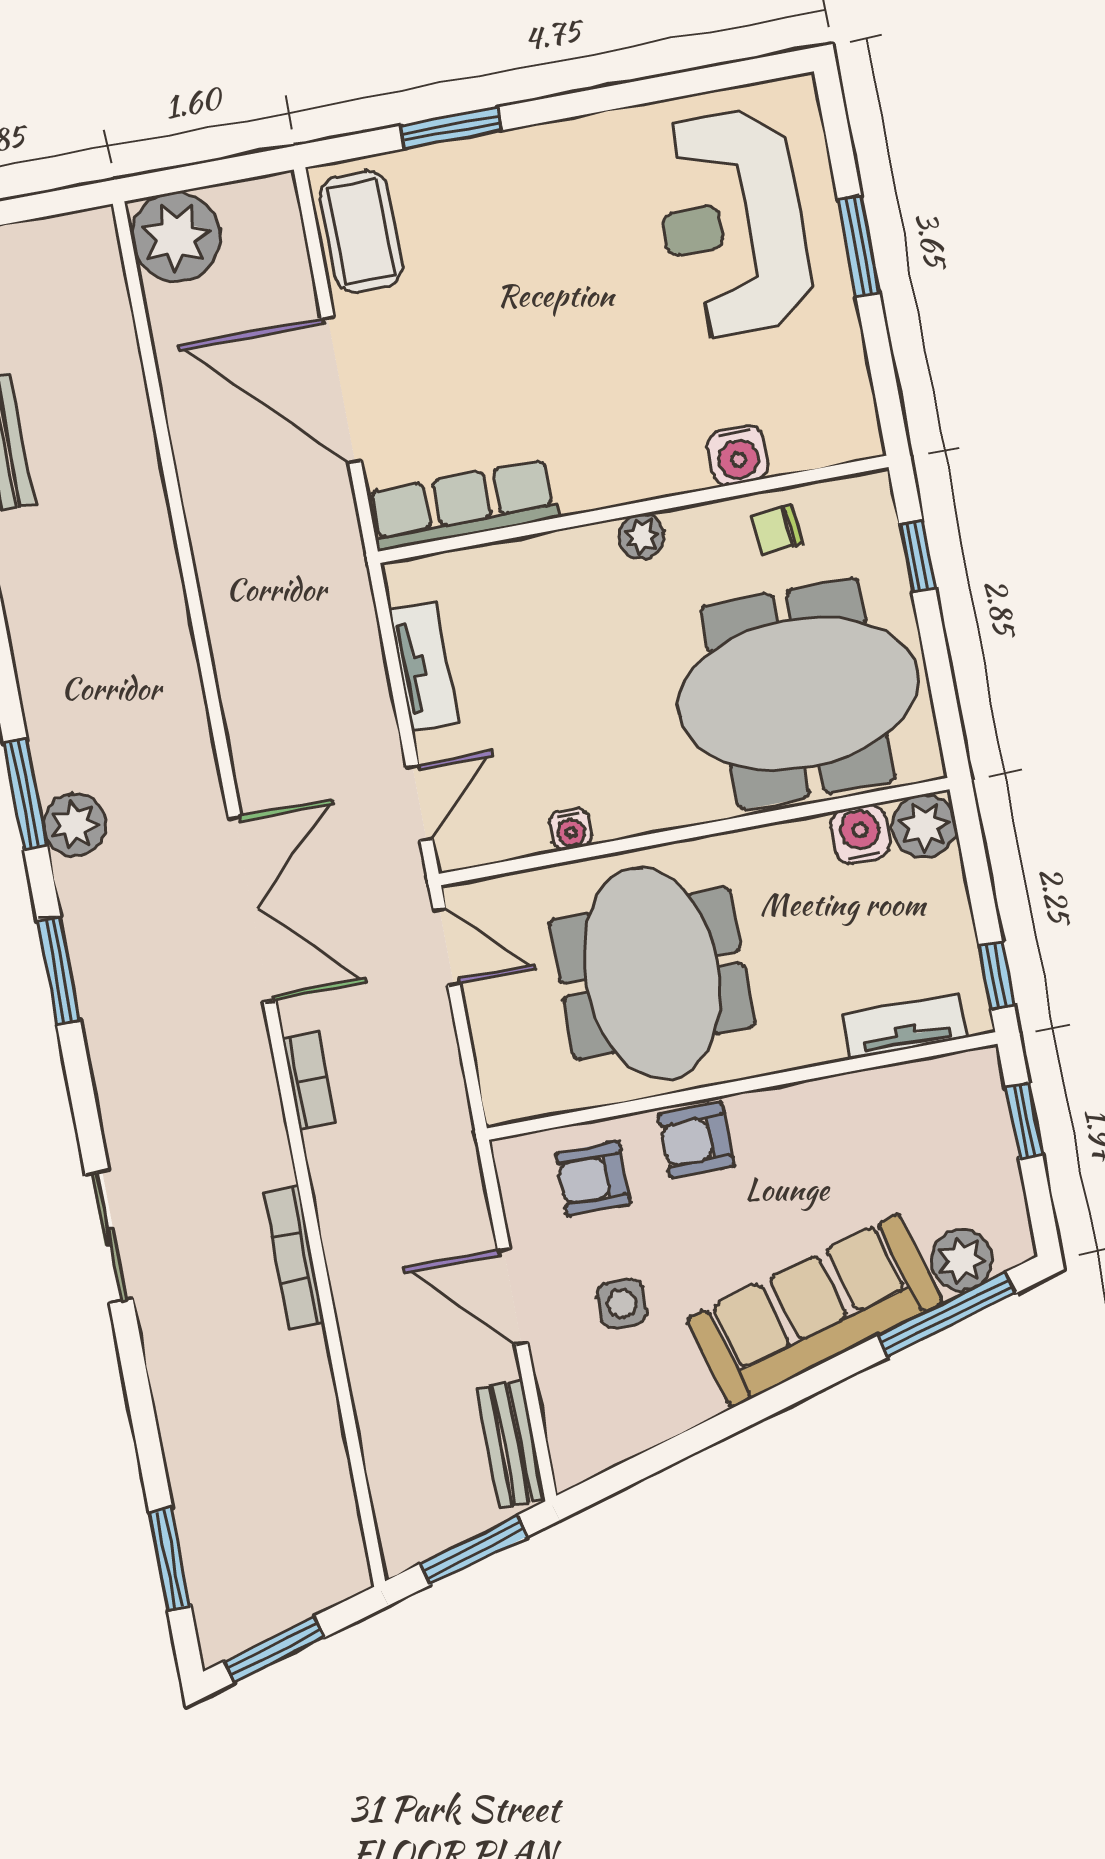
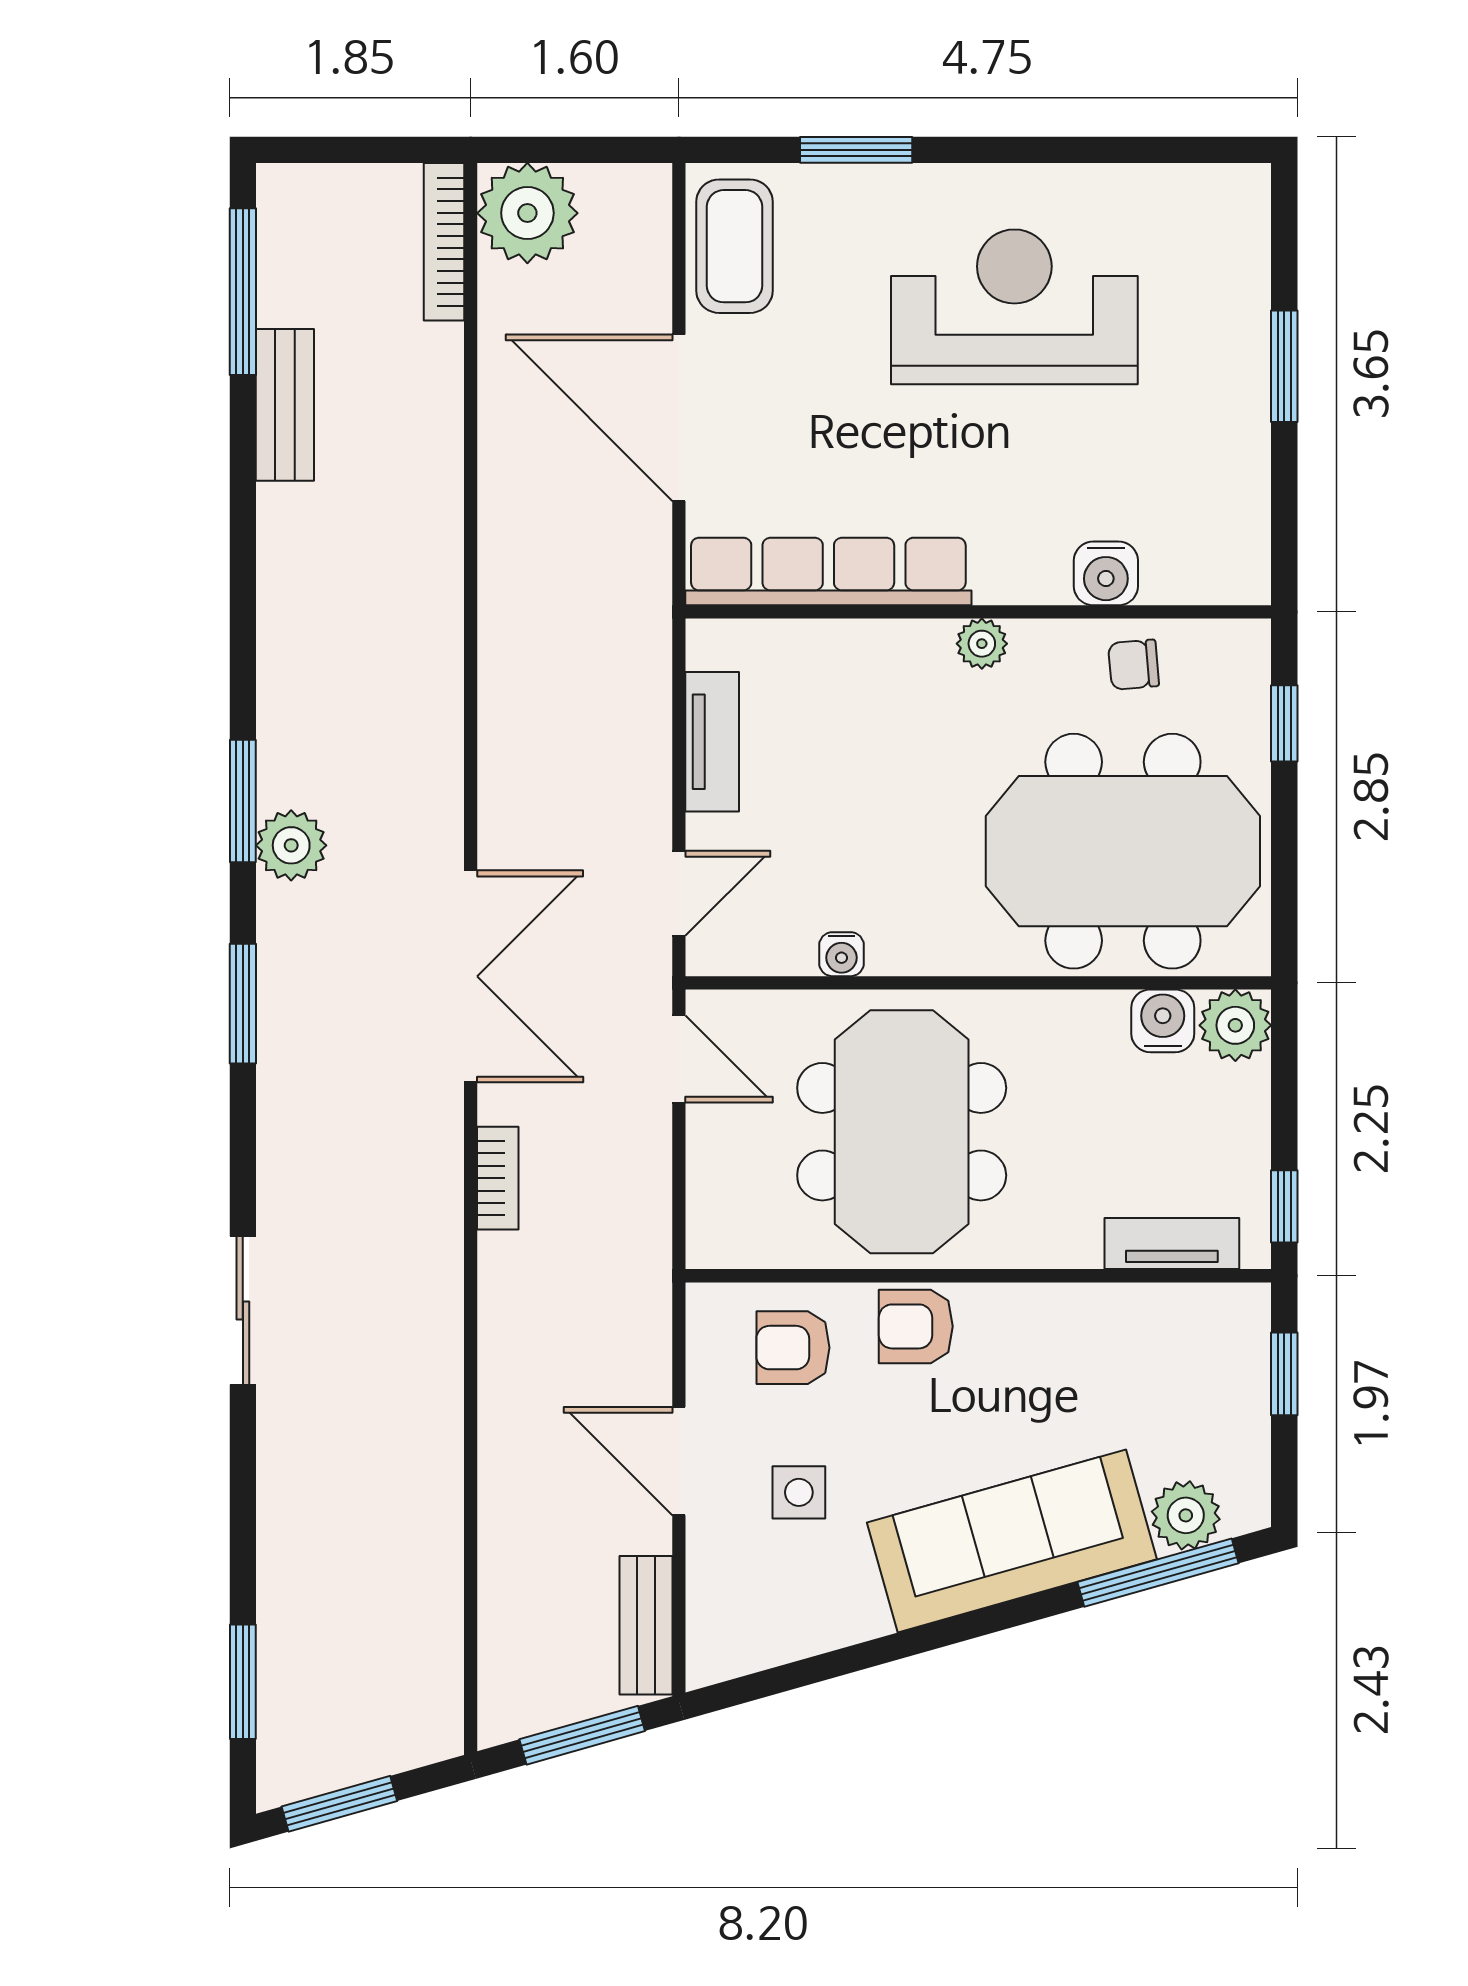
reception desk: (732, 224) -> (1014, 307), moved, turned 90
row of seats: (463, 505) -> (828, 572), width x1.36
bookcase: (294, 1257) -> (444, 242), moved

